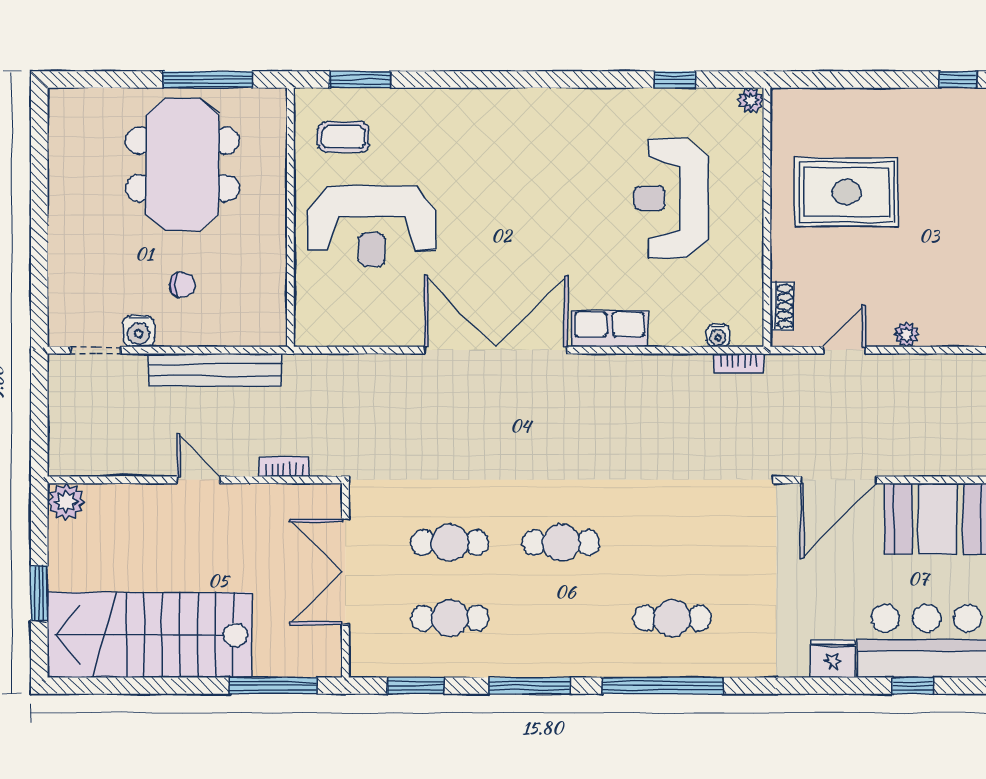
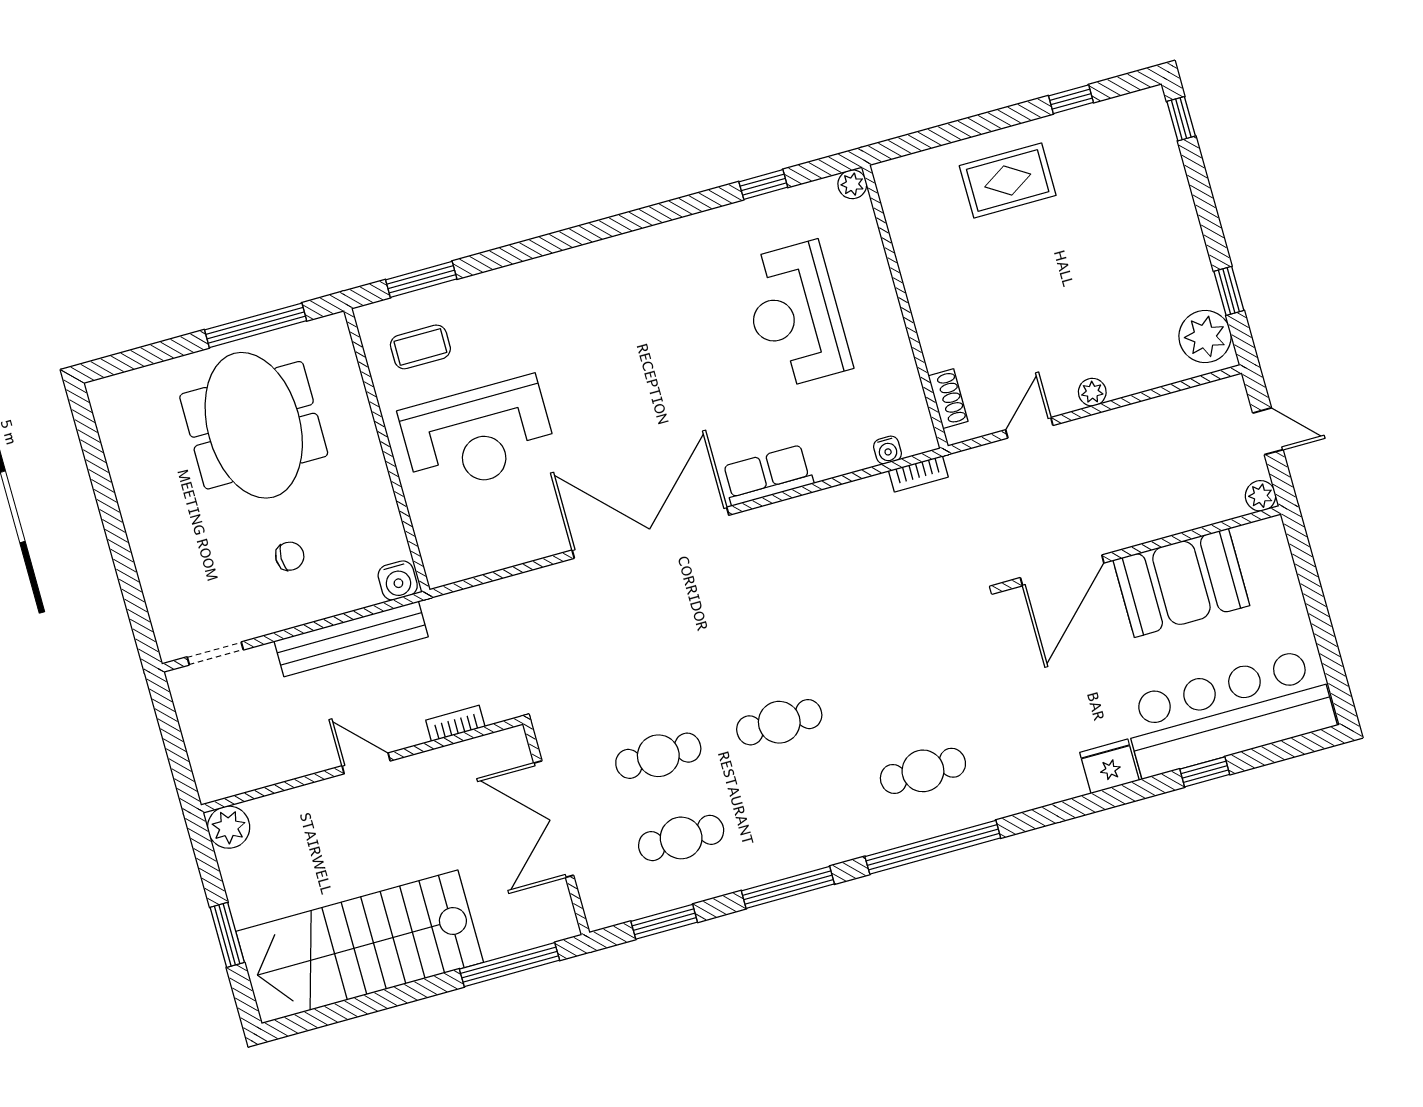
rug: (846, 192) -> (1008, 181), moved, width x0.73, depth x0.70
water cooler: (139, 331) -> (398, 580), moved

